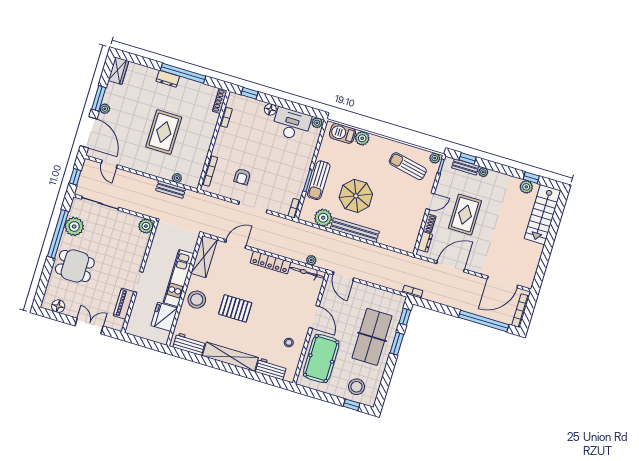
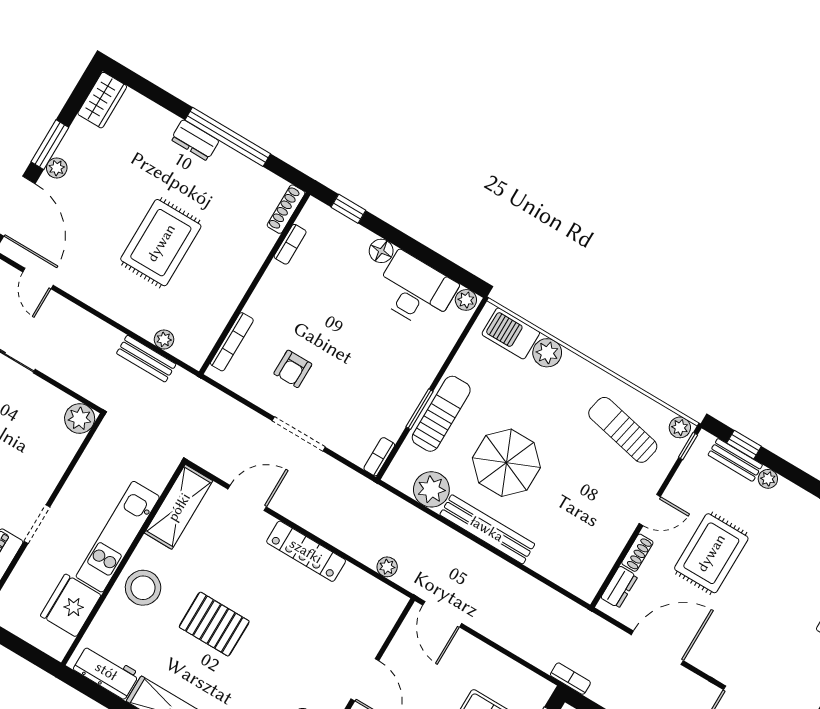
sun lounger: (319, 180) -> (441, 414), turned 180
bicycle: (307, 273) -> (373, 590), removed

